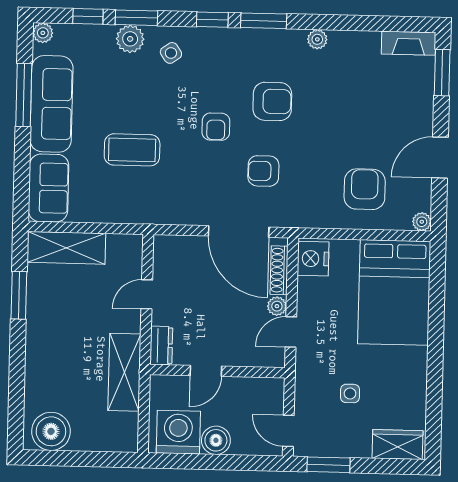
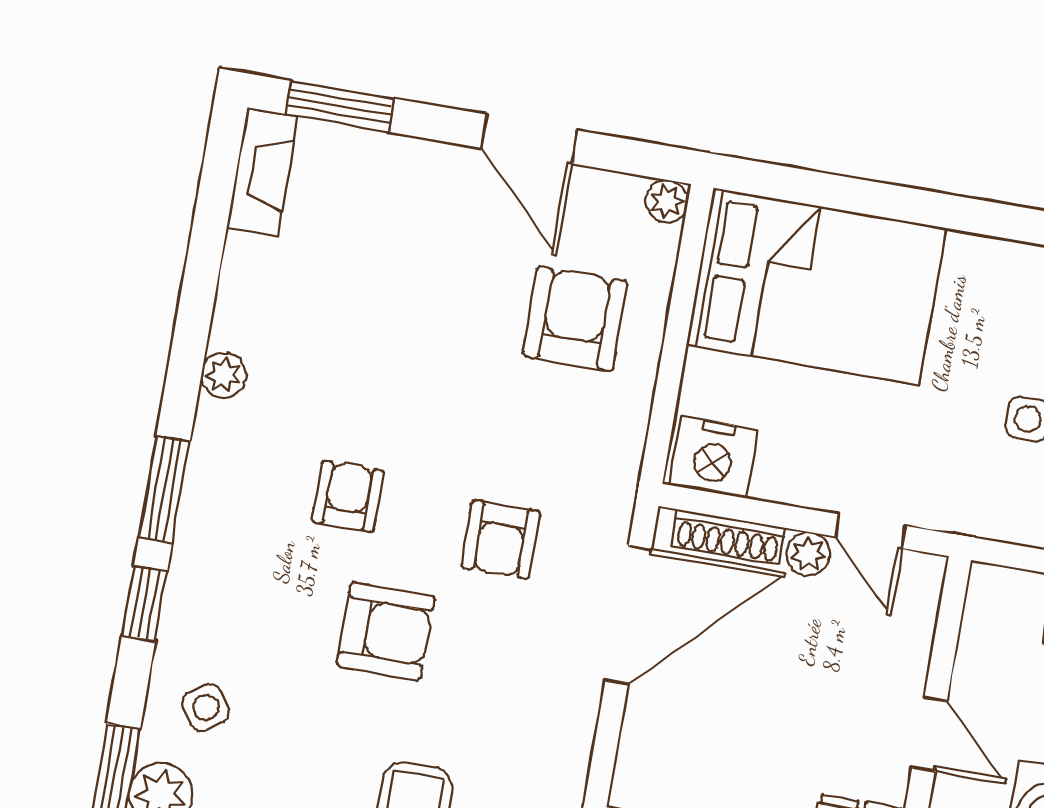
armchair: (272, 101) -> (348, 496), width x0.72, depth x0.72
armchair: (216, 127) -> (386, 631), width x1.38, depth x1.38
armchair: (365, 189) -> (575, 319), turned 90

